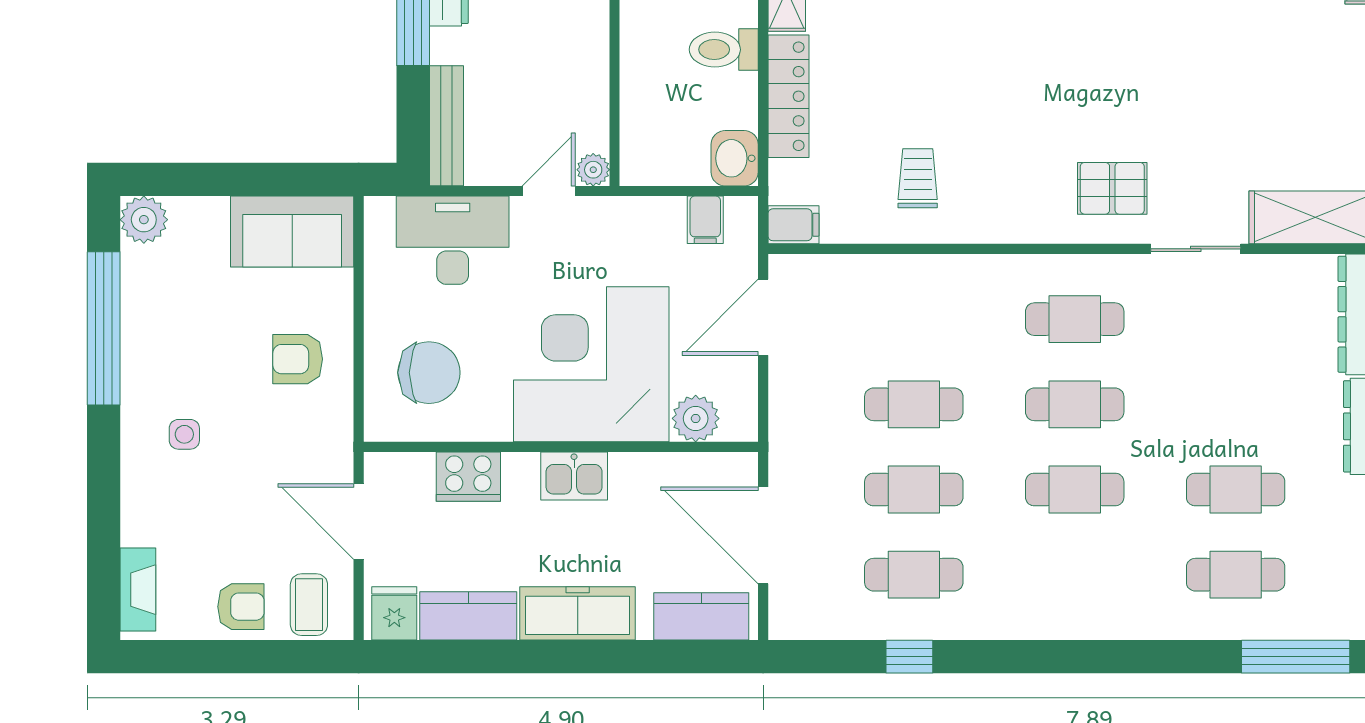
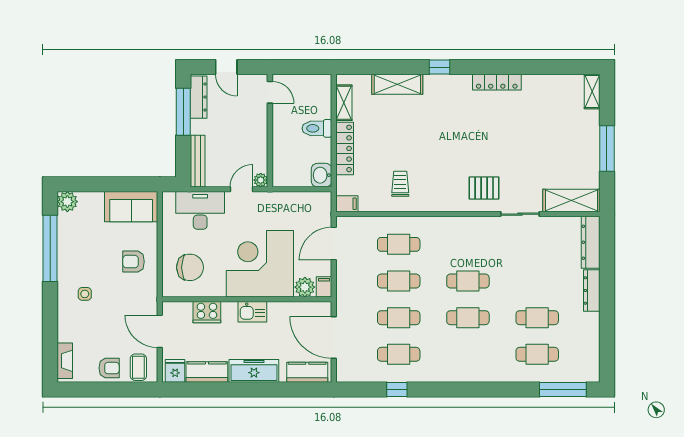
filing cabinet: (705, 220) -> (324, 287), moved, turned 180
cafe table: (1075, 319) -> (399, 244), moved

